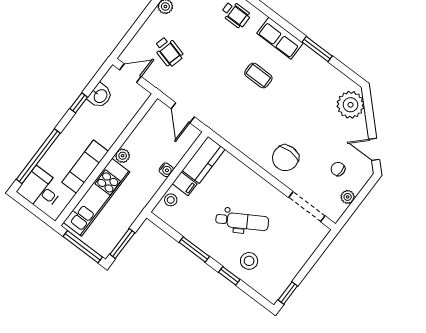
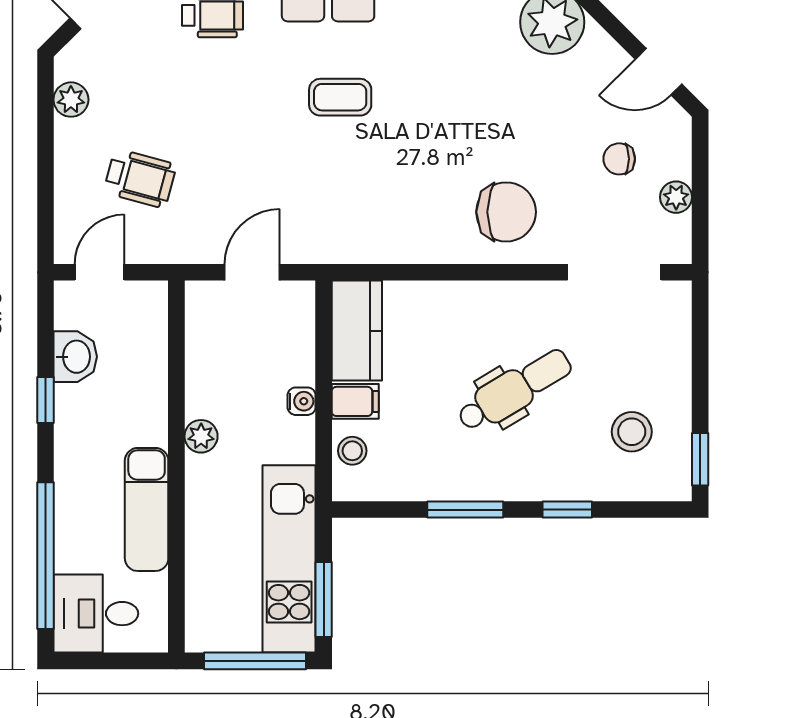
door: (183, 113) -> (252, 272), swing flipped
chair: (285, 158) -> (506, 212), turned -90
kitchen unit: (97, 197) -> (289, 559), moved, turned 180
stool: (249, 261) -> (632, 432), moved

